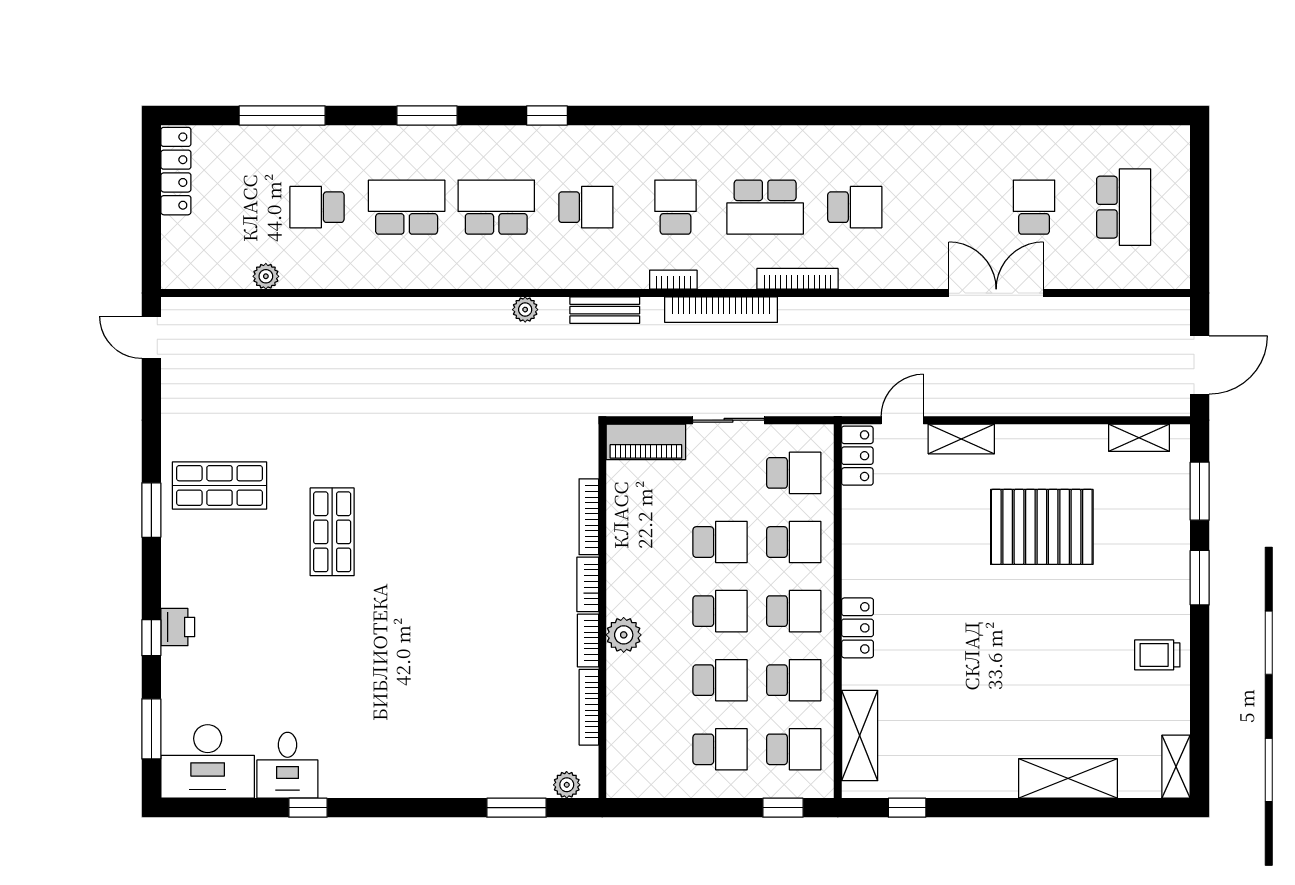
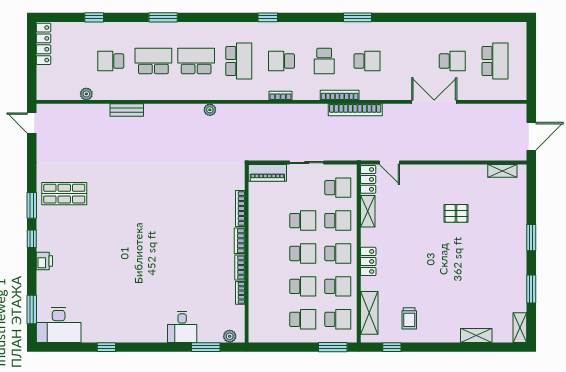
window: (282, 116) -> (94, 17), width x0.46
window: (547, 116) -> (268, 17), moved
window: (835, 116) -> (357, 17), added
school desk: (586, 207) -> (239, 61), width x1.85
school desk: (676, 207) -> (281, 61), turned -90
school desk: (765, 207) -> (324, 61), width x0.54
school desk: (1034, 207) -> (452, 61), turned 90
bench: (605, 310) -> (127, 110), moved
bookcase: (721, 310) -> (355, 110), moved
door: (902, 420) -> (389, 163), swing flipped
shelving: (961, 439) -> (368, 211), moved, turned 90
window: (1200, 491) -> (531, 289), moved
pallet: (1042, 527) -> (456, 213), width x0.49, depth x0.50
shop shelf: (332, 532) -> (118, 216), removed
plant: (624, 635) -> (257, 265), removed
window: (151, 638) -> (32, 239), moved
trolley: (1157, 655) -> (409, 318), moved, turned -90
bookcase: (589, 707) -> (240, 293), width x0.64
desk: (287, 765) -> (182, 327), moved
shelving: (1068, 778) -> (476, 336), width x0.67, depth x0.75
window: (783, 808) -> (333, 347), width x1.50

